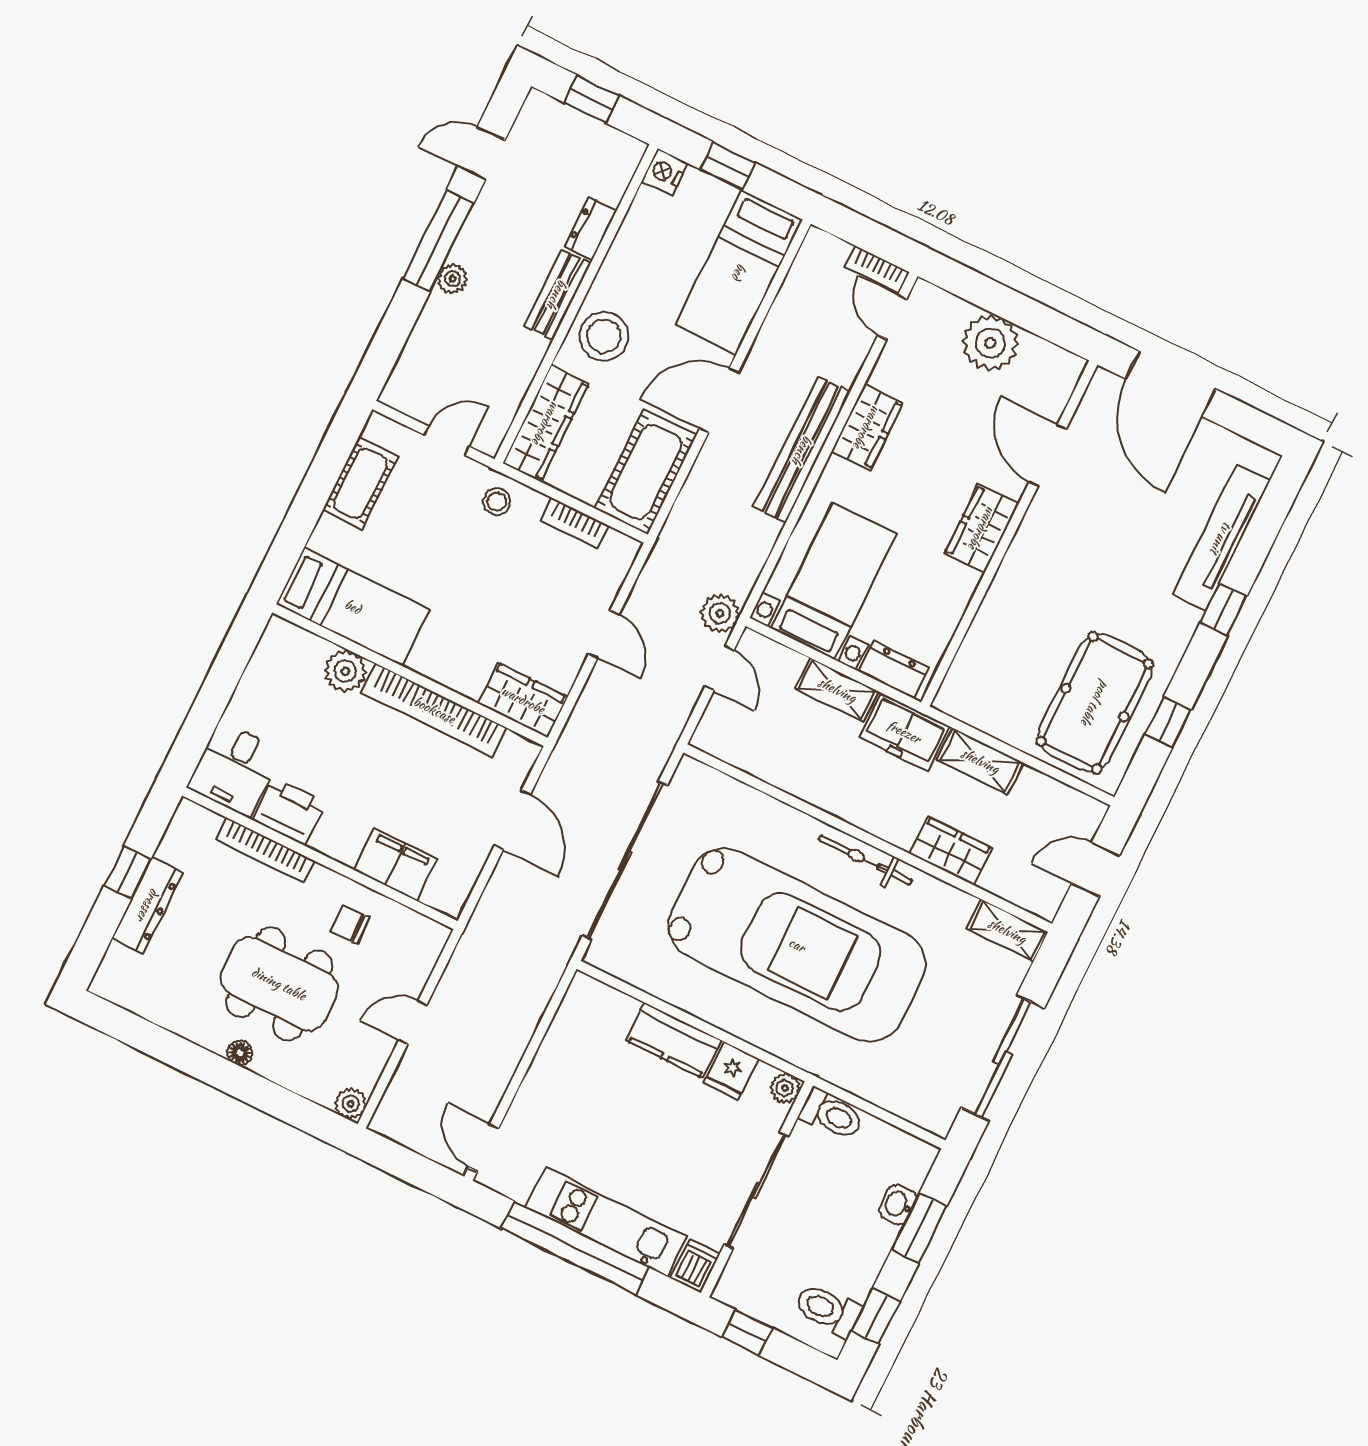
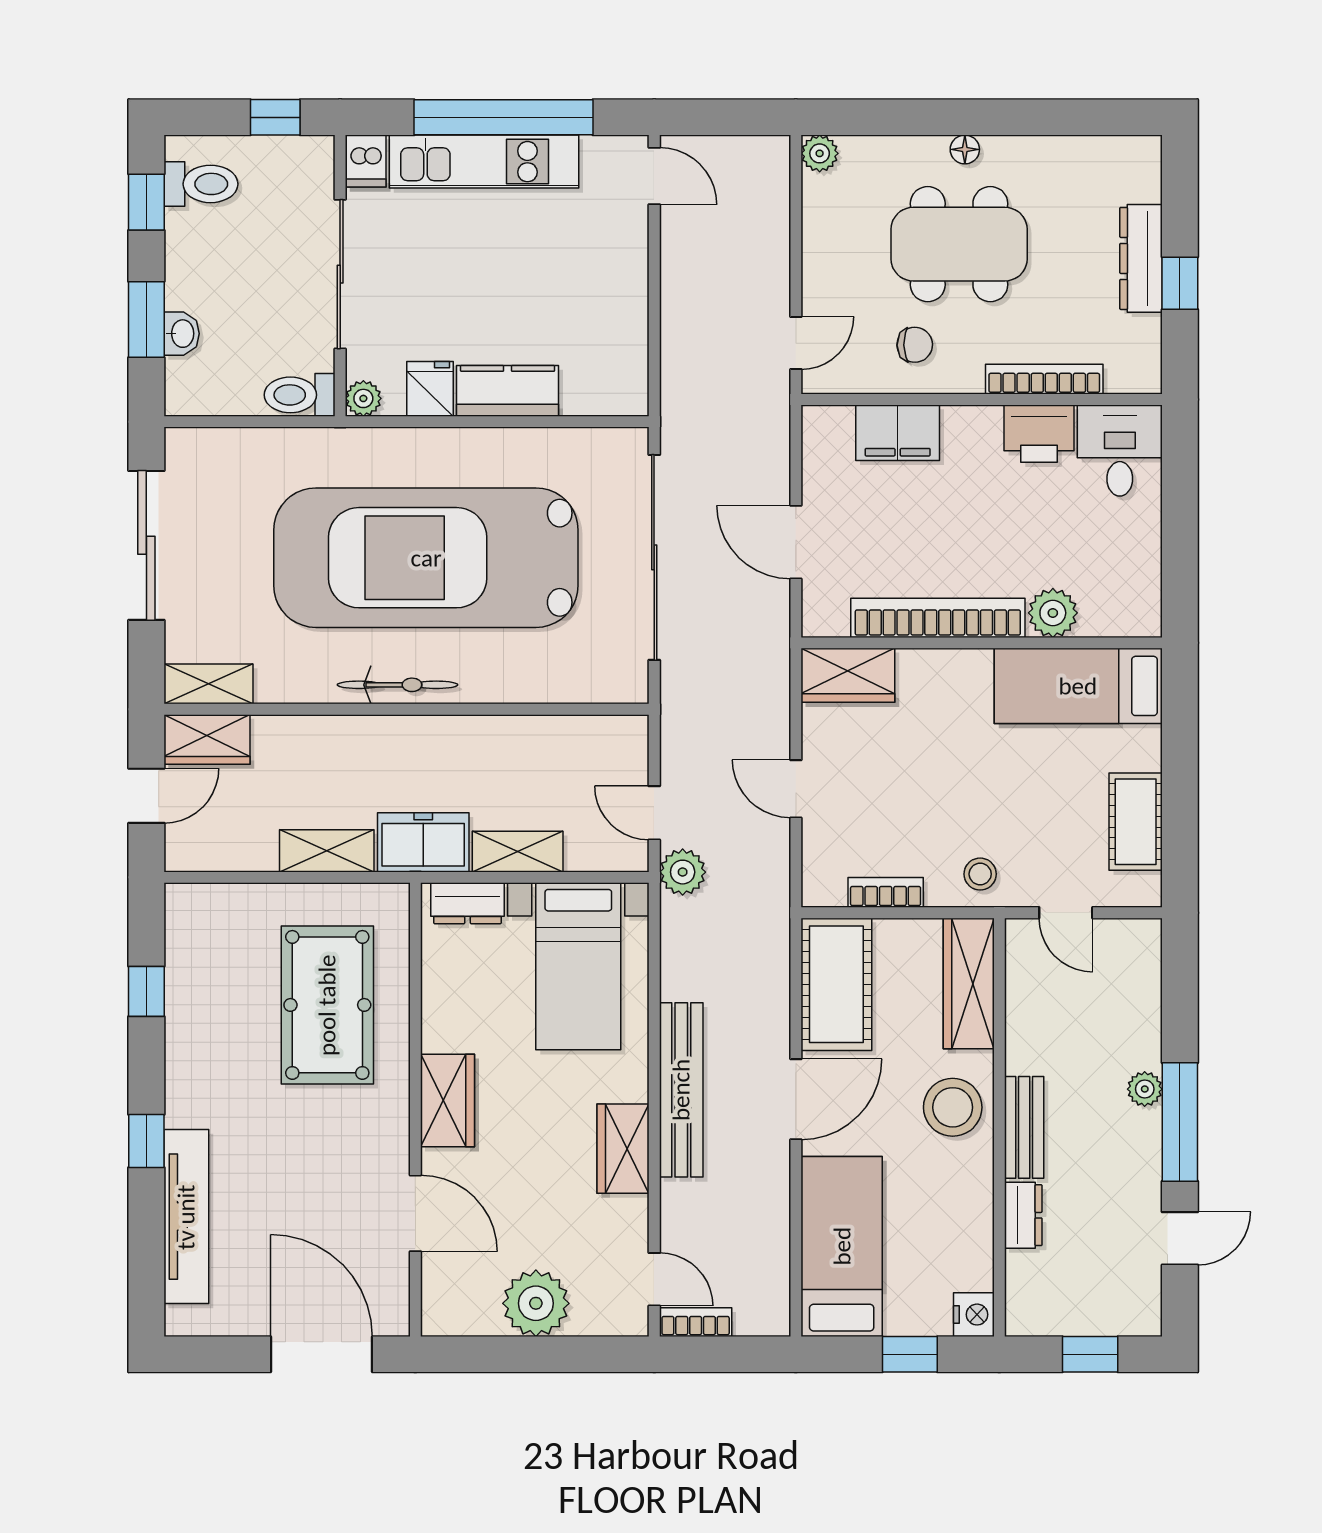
door: (447, 441) -> (1066, 913), hinge flipped
pool table: (1095, 703) -> (327, 1005), moved
wardrobe: (951, 851) -> (207, 739), moved
door: (413, 1022) -> (796, 343), moved

